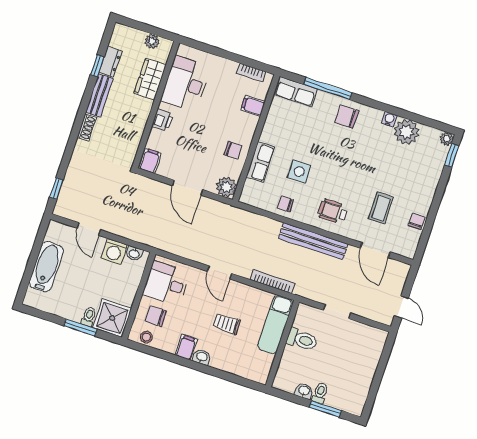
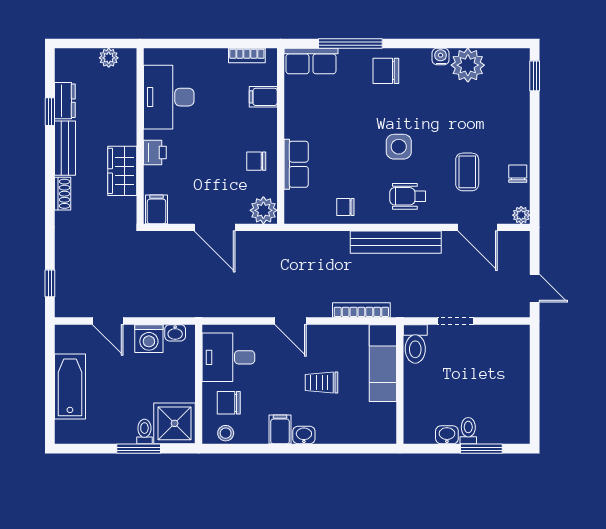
wardrobe: (150, 79) -> (122, 171), moved
plant: (447, 139) -> (521, 215), moved
chair: (233, 150) -> (256, 161), turned 180
side table: (299, 172) -> (399, 147), moved
toilet: (302, 340) -> (415, 344), moved, turned 90

